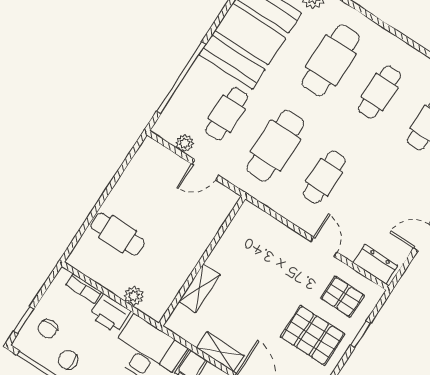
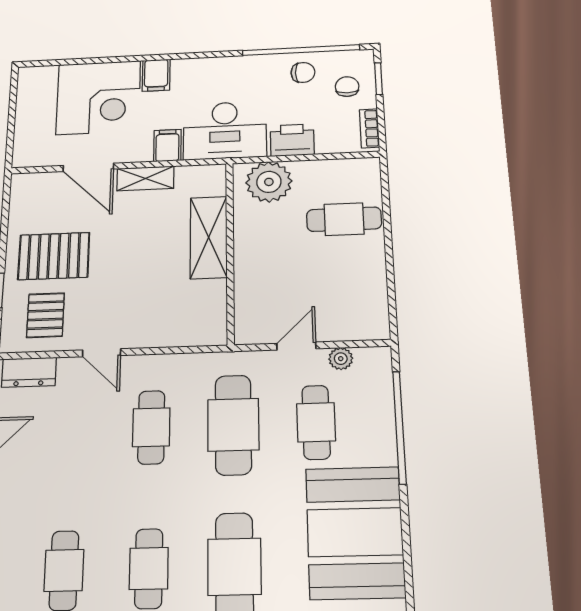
bookcase: (84, 288) -> (369, 128), moved, turned -90
shelving: (200, 288) -> (209, 237), width x1.50, depth x1.33
plant: (134, 296) -> (269, 182), width x1.87, depth x1.87
pallet: (342, 297) -> (46, 315), turned 90

